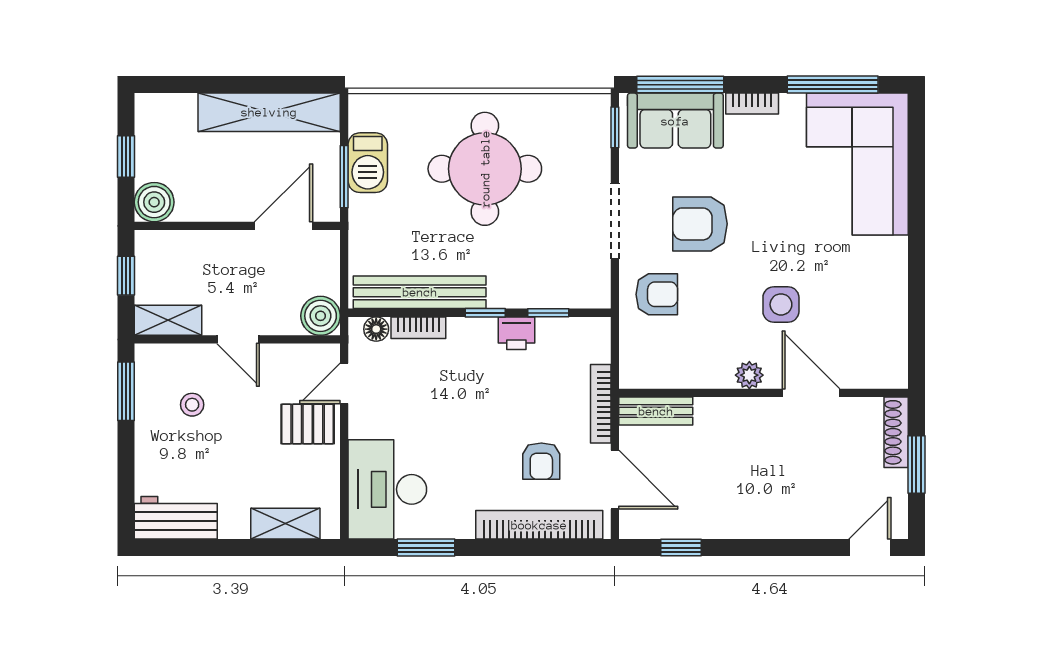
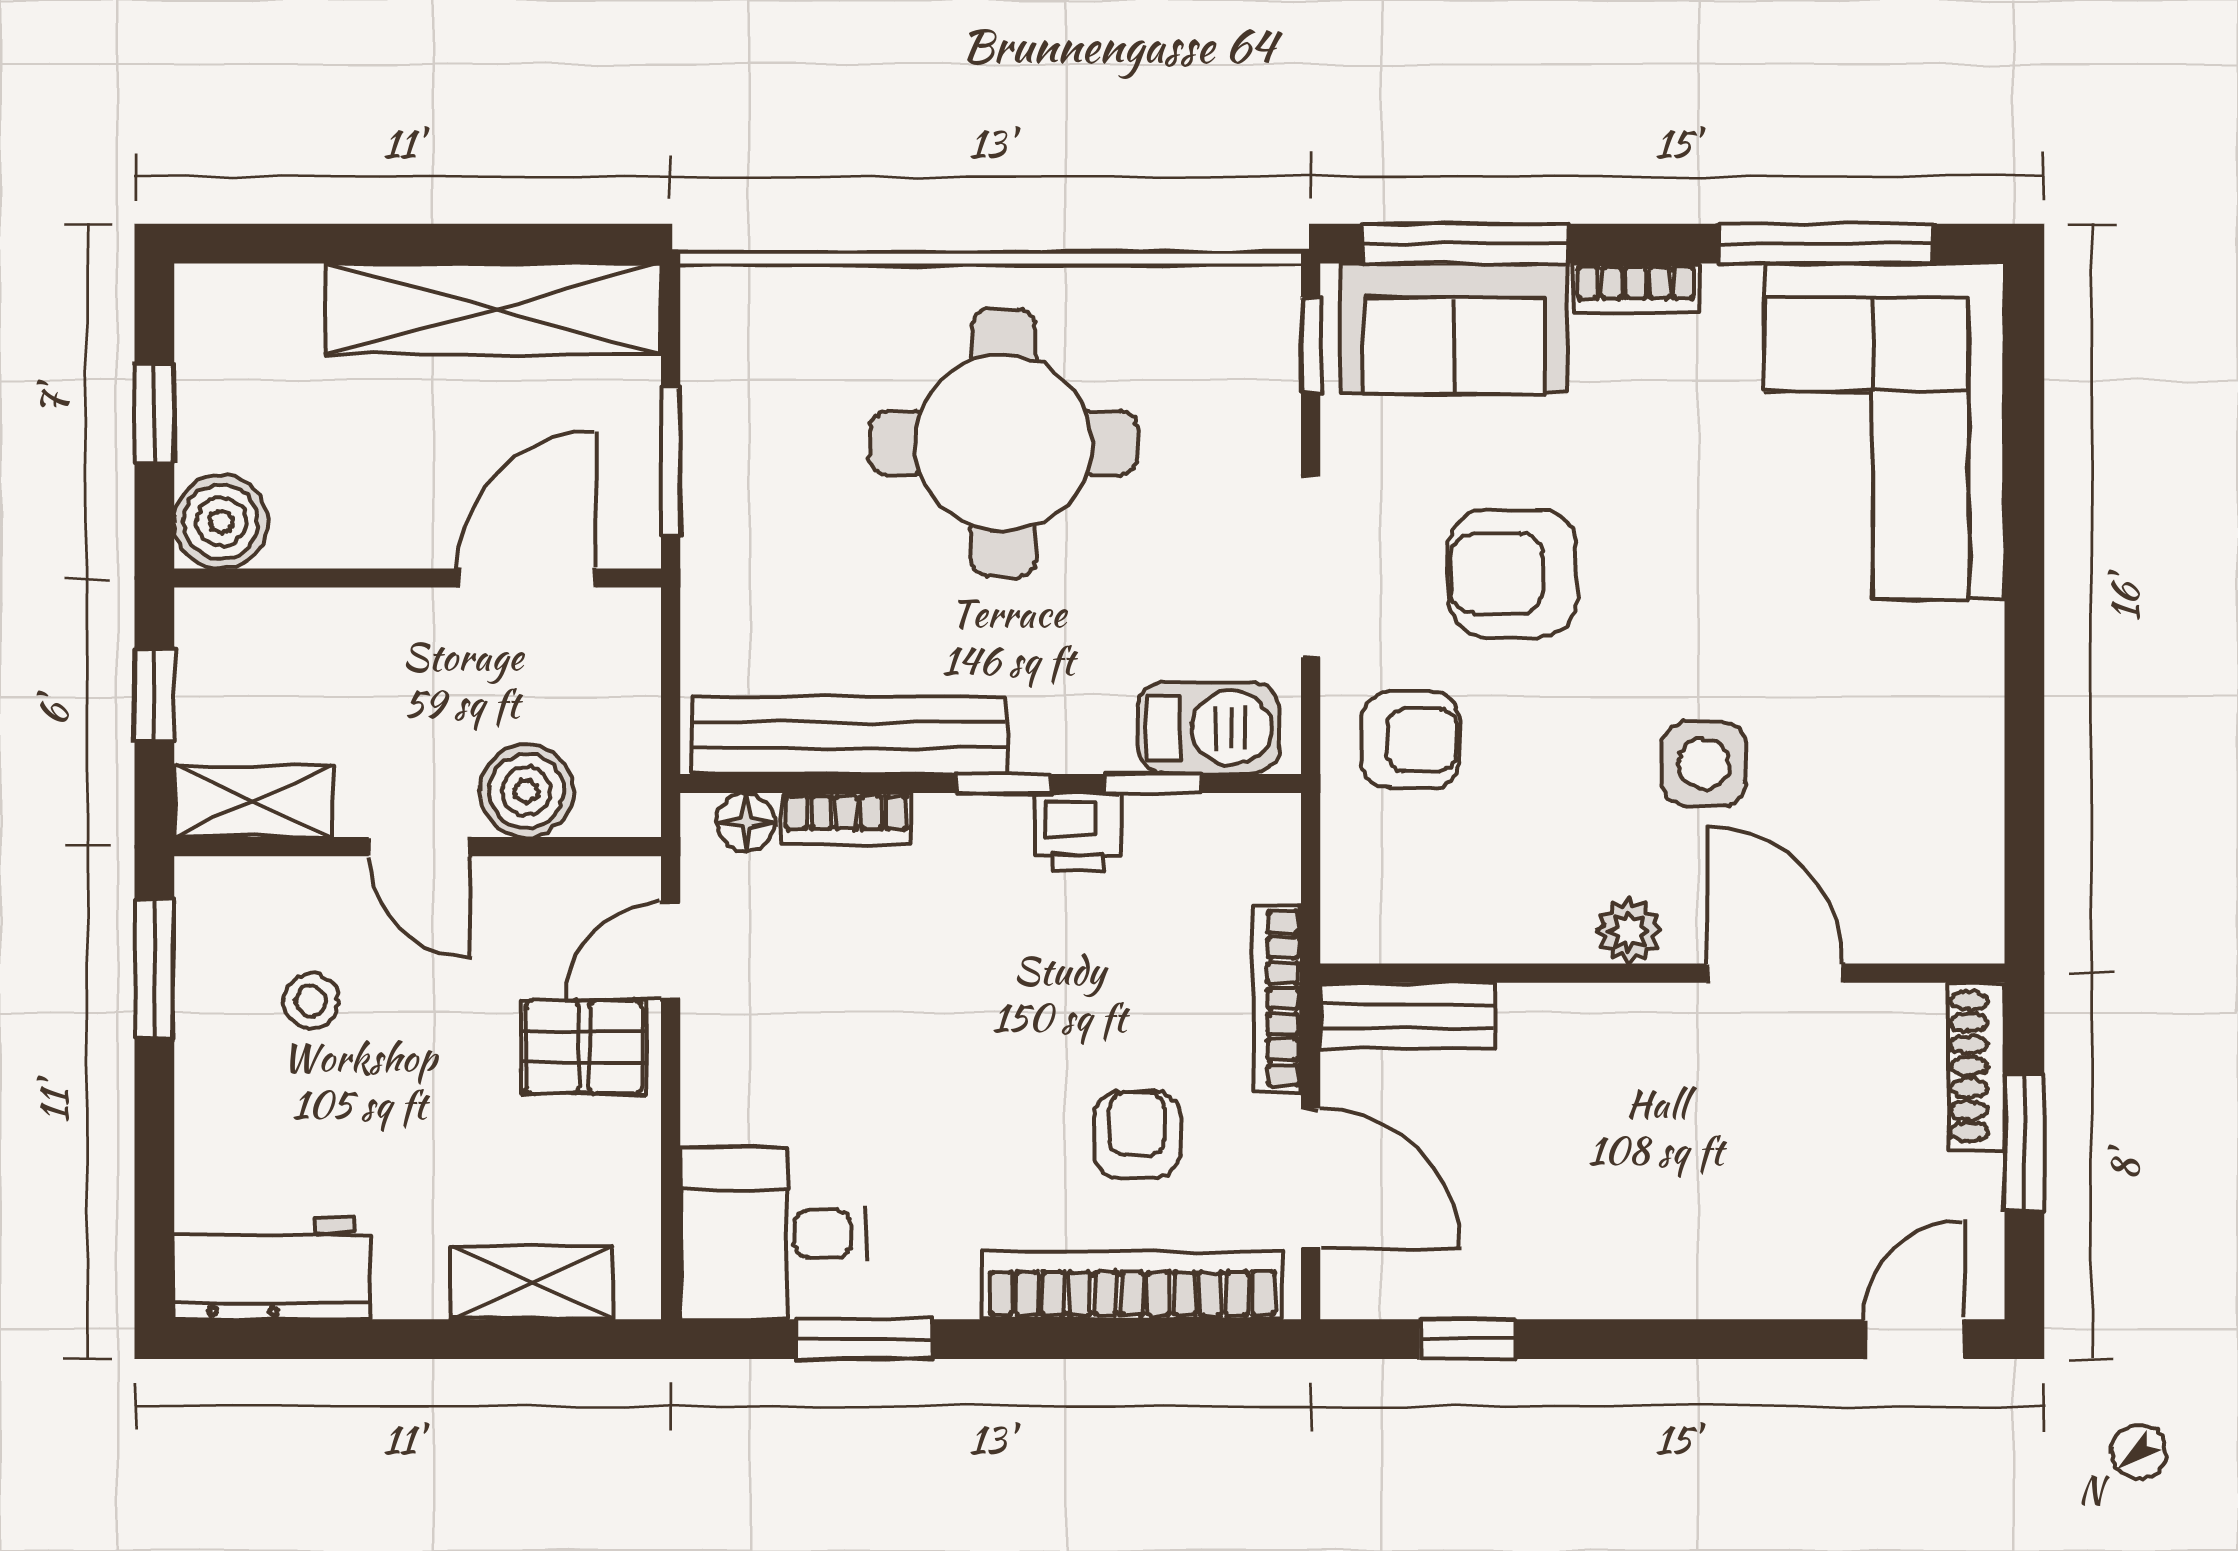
barbecue: (368, 163) -> (1208, 728), moved, turned -90
boiler: (321, 316) -> (527, 791), moved
armchair: (541, 461) -> (1137, 1134), turned 180
desk: (387, 489) -> (773, 1233), width x0.73

